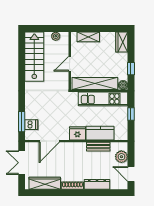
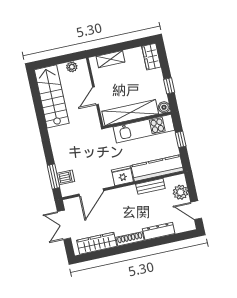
kitchen counter: (100, 133) -> (157, 168), width x1.50

